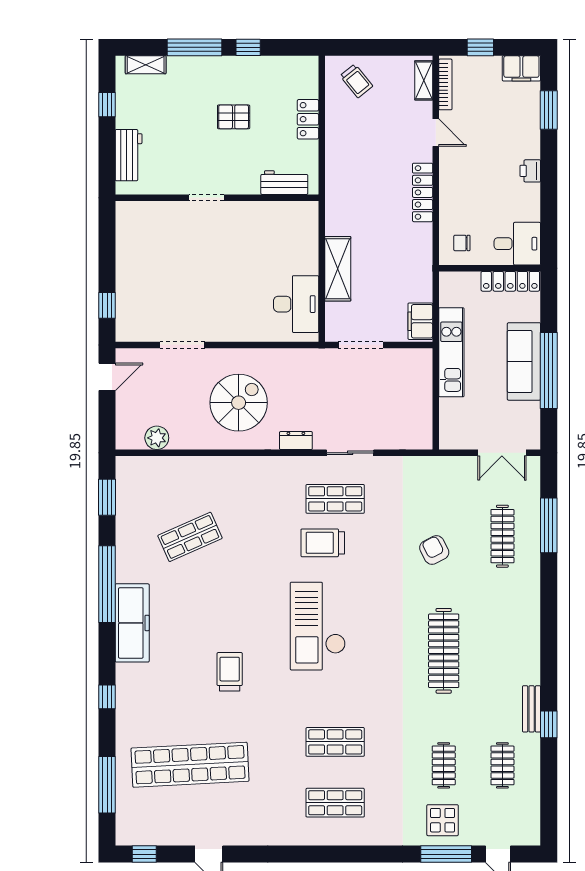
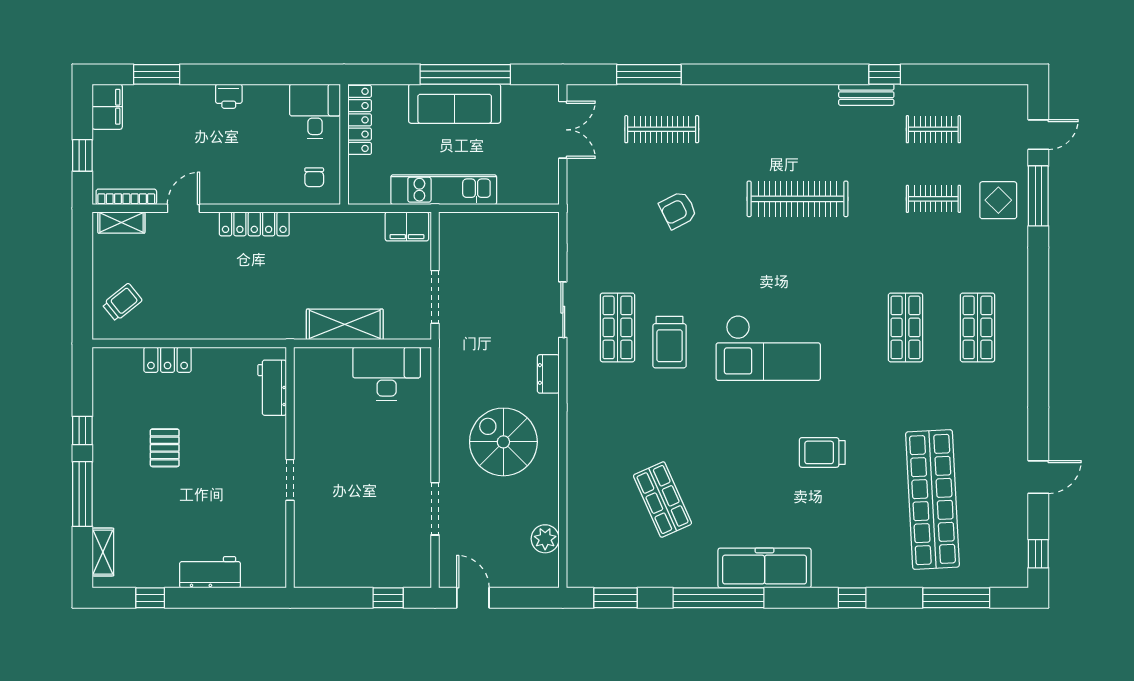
workbench: (284, 183) -> (272, 388), moved
doorway: (207, 198) -> (290, 480), moved
wall: (217, 198) -> (290, 468), moved

